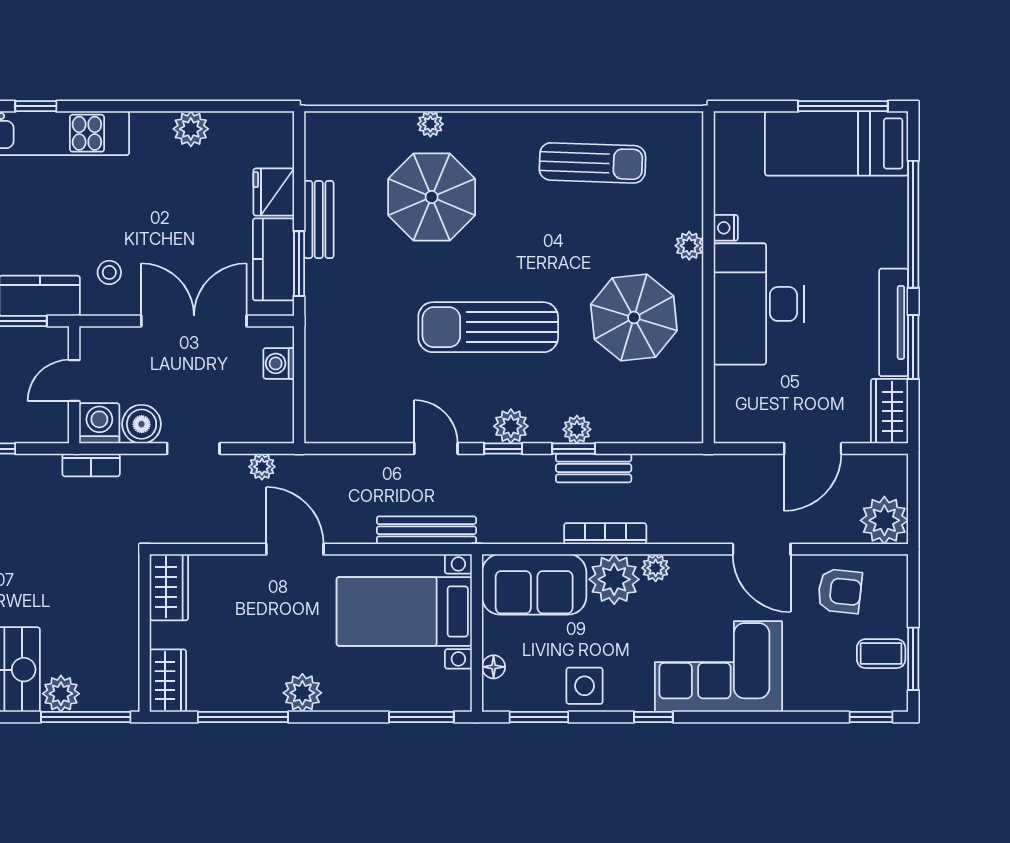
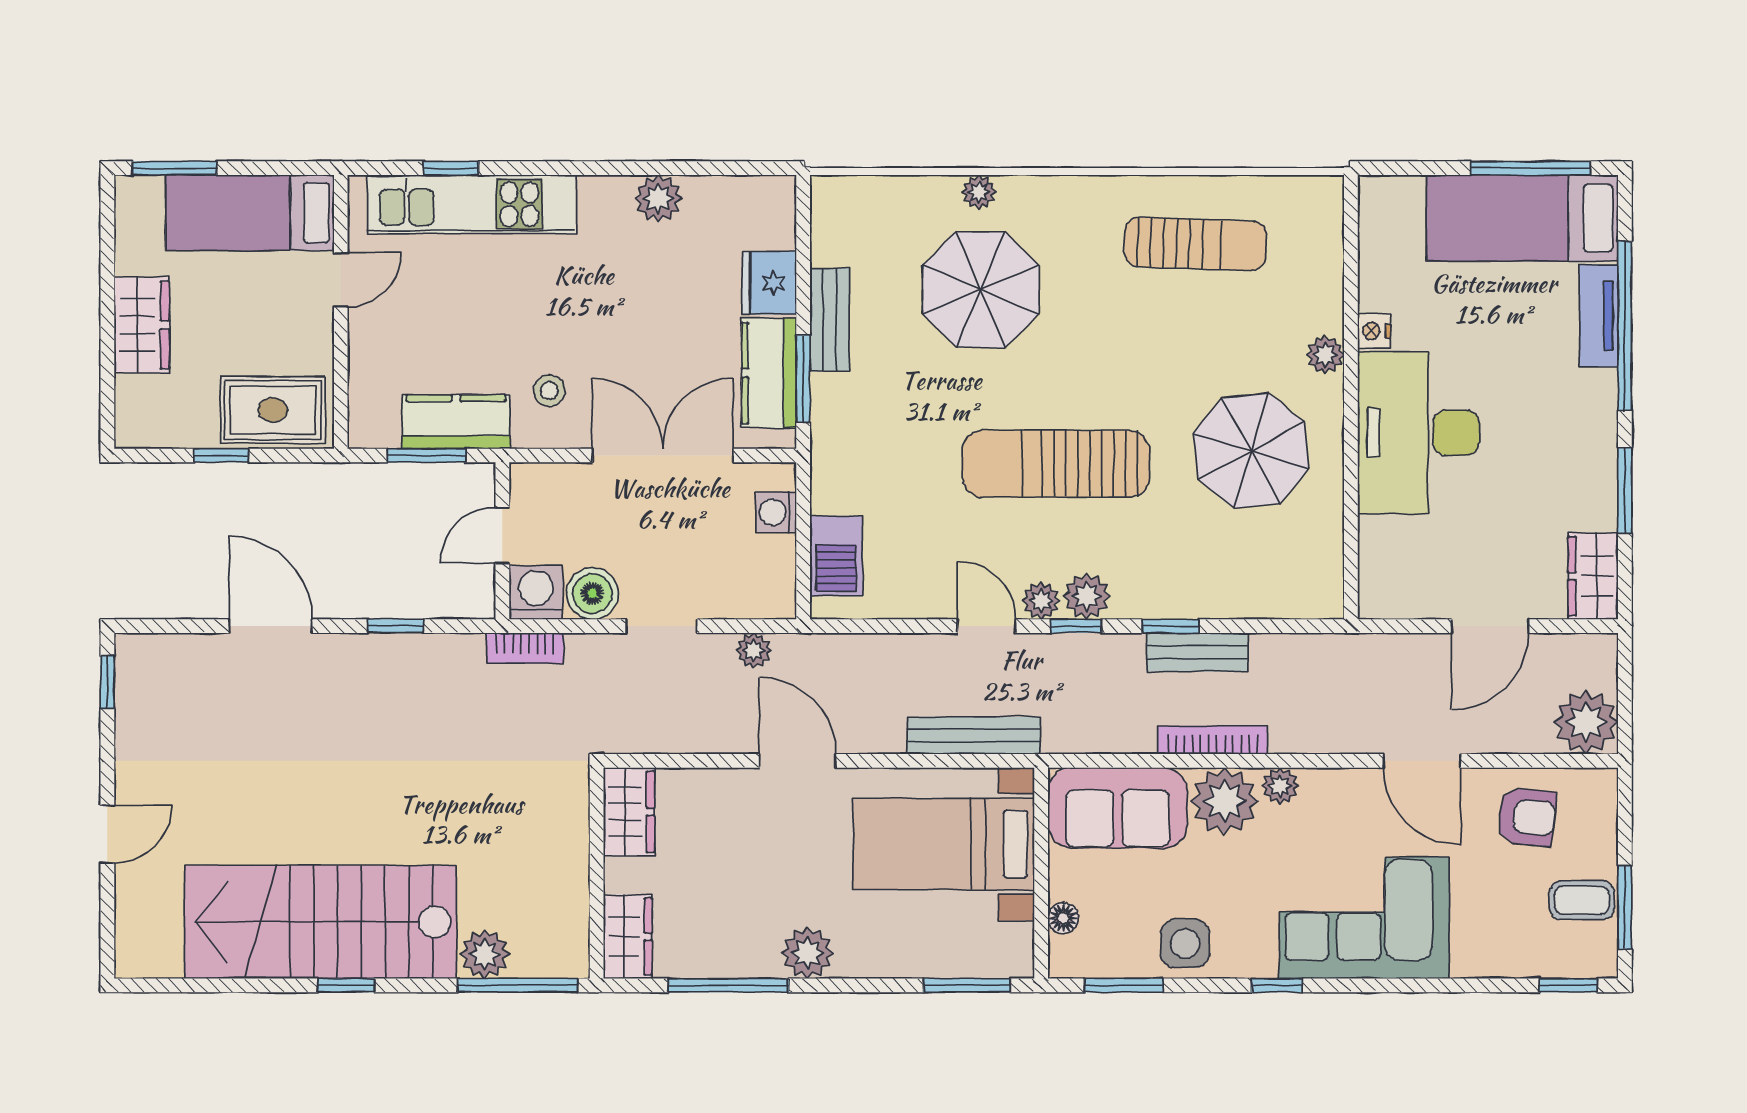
tv unit: (894, 322) -> (1599, 316), moved, width x0.71
barbecue: (324, 396) -> (836, 556), added
plant: (577, 429) -> (1041, 601), moved

